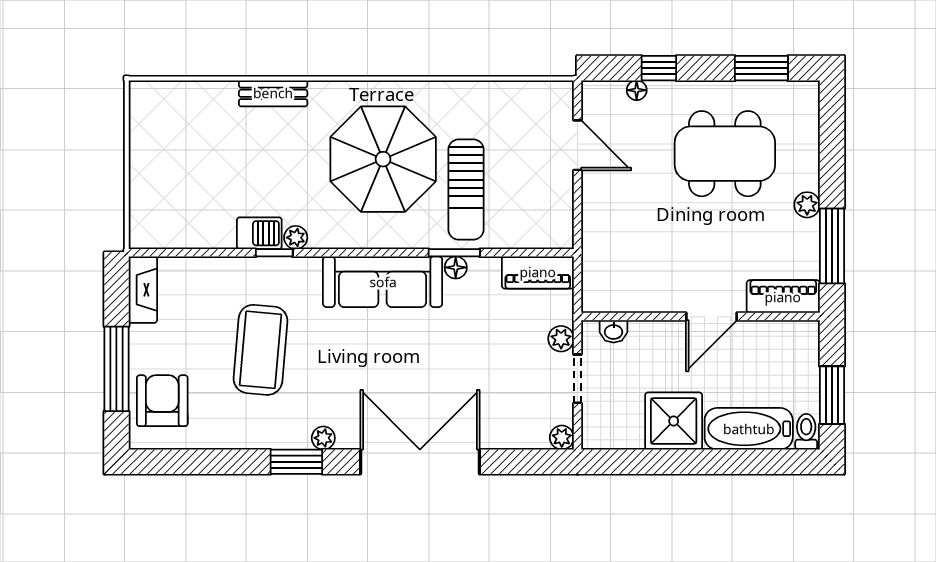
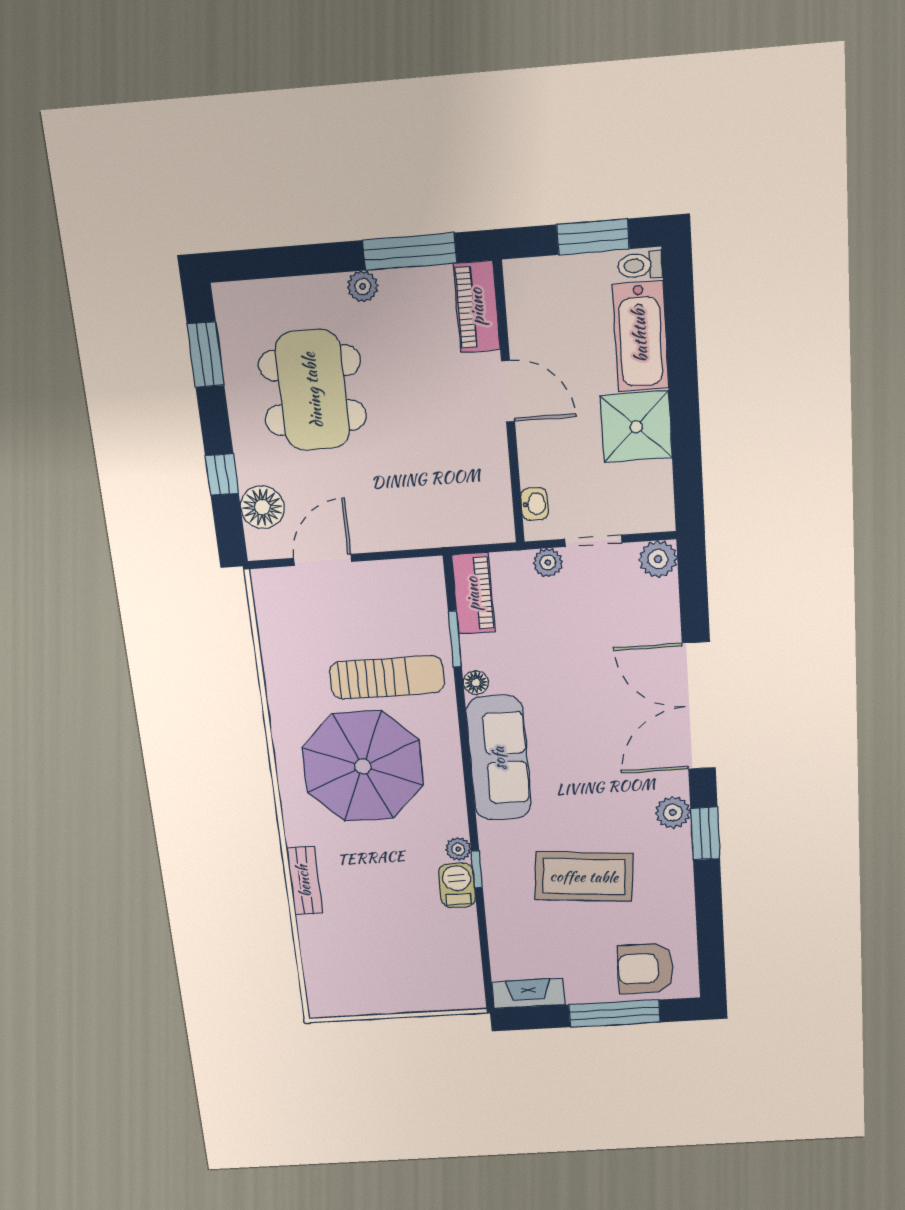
floor lamp: (637, 90) -> (262, 507), width x1.89, depth x1.89
window: (454, 253) -> (455, 639), moved
plant: (323, 438) -> (673, 813), width x1.38, depth x1.38
plant: (562, 438) -> (658, 559), width x1.38, depth x1.38

